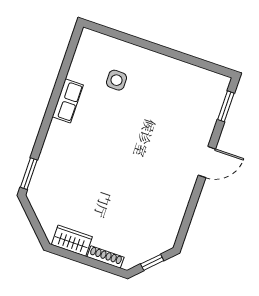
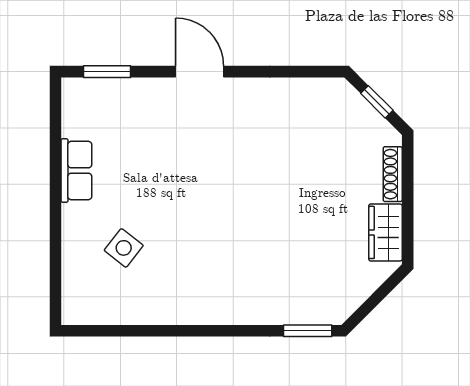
side table: (116, 80) -> (124, 248), turned 38
row of seats: (68, 101) -> (76, 170), moved, turned 90

